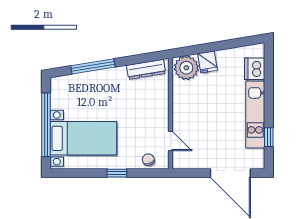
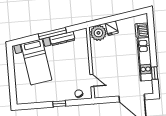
window: (93, 66) -> (52, 33), moved
dresser: (146, 69) -> (62, 38), moved
window: (46, 125) -> (12, 76), removed
bed with nightstands: (83, 138) -> (36, 62), moved, turned 81

